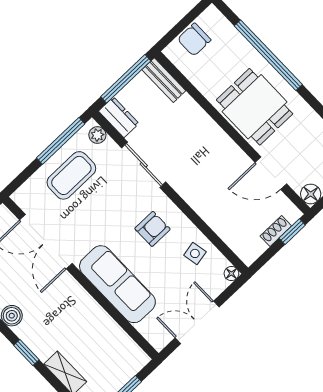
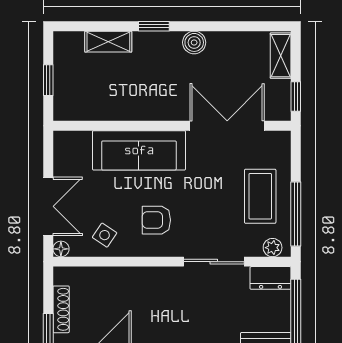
armchair: (152, 229) -> (156, 220), turned 90
shoe rack: (276, 231) -> (61, 309), width x1.43
side table: (195, 253) -> (105, 235), turned 45
double door: (197, 322) -> (48, 206), moved

